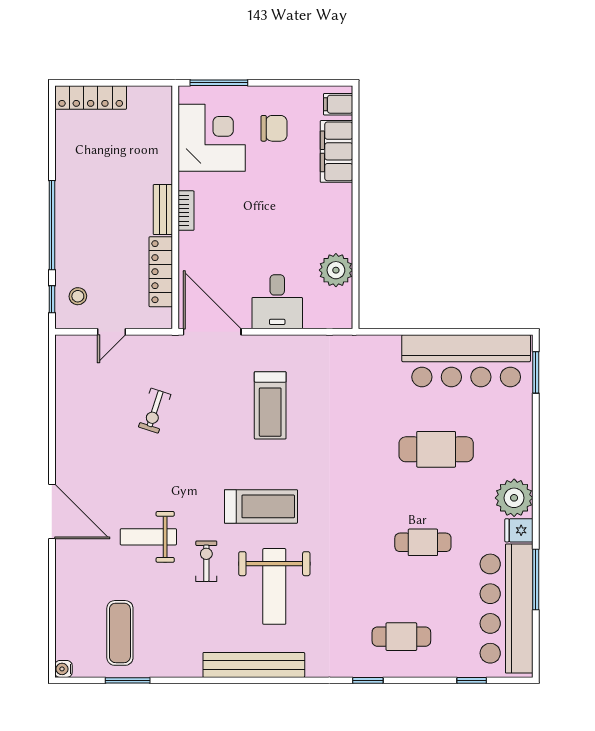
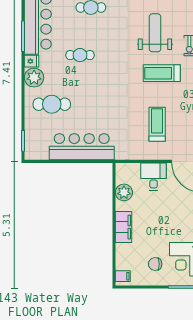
filing cabinet: (337, 151) -> (124, 227), moved
bar counter: (466, 361) -> (82, 147), moved
cafe table: (436, 449) -> (52, 104), moved

